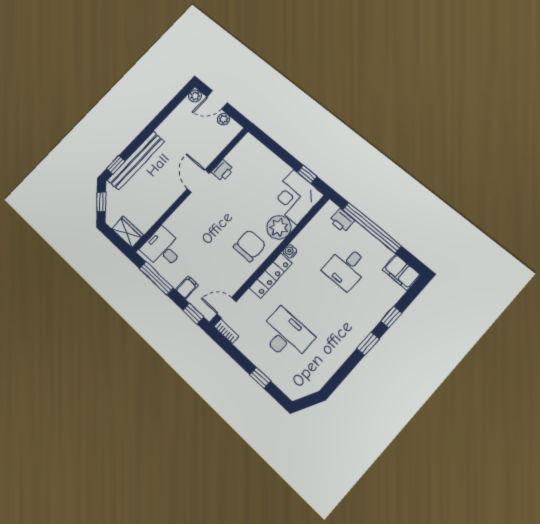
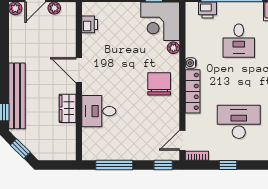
printer: (222, 171) -> (90, 24), moved
plant: (279, 227) -> (173, 48), width x0.53, depth x0.53
wardrobe: (127, 232) -> (68, 108), moved, turned -90
desk: (163, 249) -> (99, 111), moved
filing cabinet: (187, 287) -> (142, 152), removed
window: (260, 378) -> (228, 165), moved

